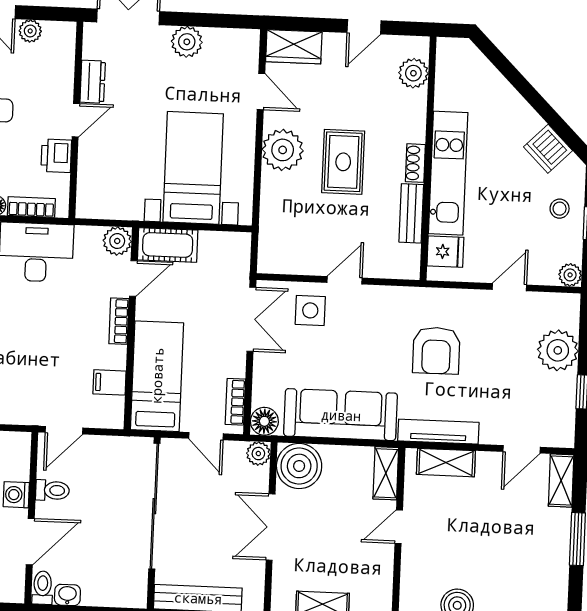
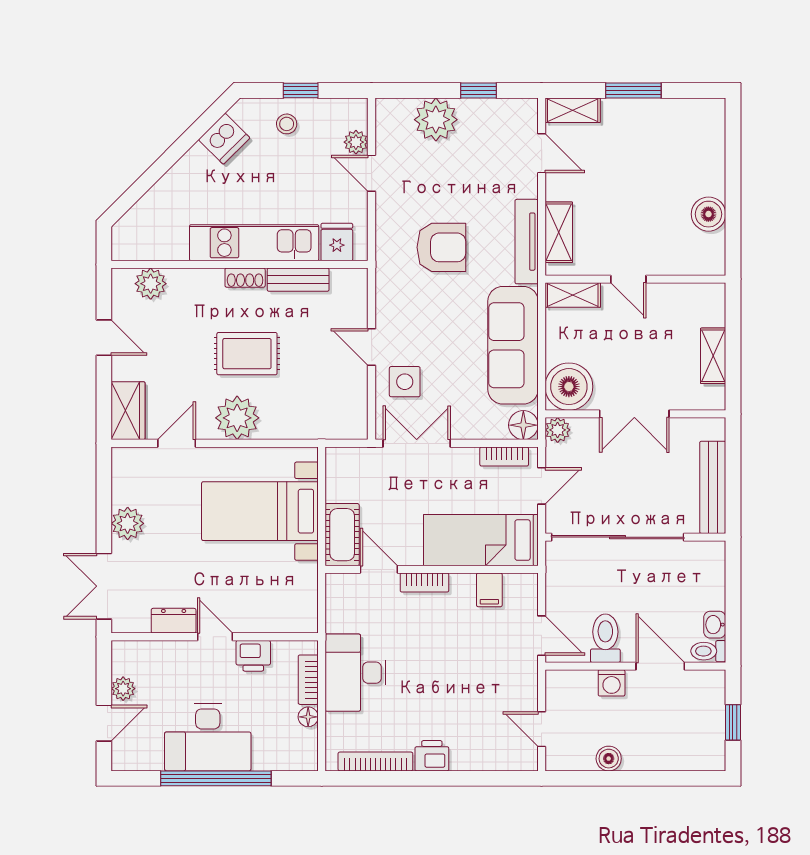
plant: (117, 241) -> (340, 588), removed
plant: (570, 275) -> (356, 142), moved
toilet: (52, 490) -> (605, 638), width x1.37, depth x1.39

